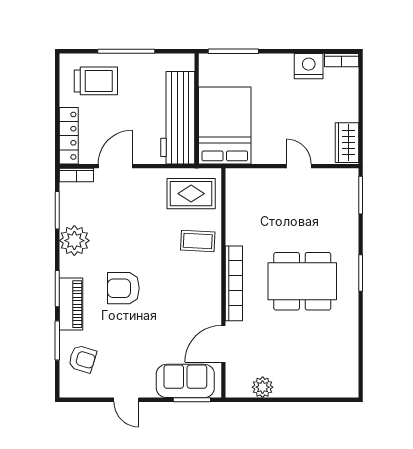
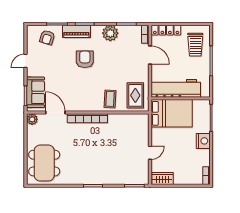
nightstand: (309, 66) -> (203, 141), moved
dining table: (302, 281) -> (44, 163), moved
plant: (263, 387) -> (32, 119), moved

